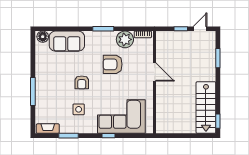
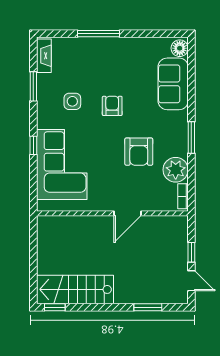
armchair: (113, 64) -> (139, 152), turned 180
armchair: (82, 82) -> (112, 106), turned 90

